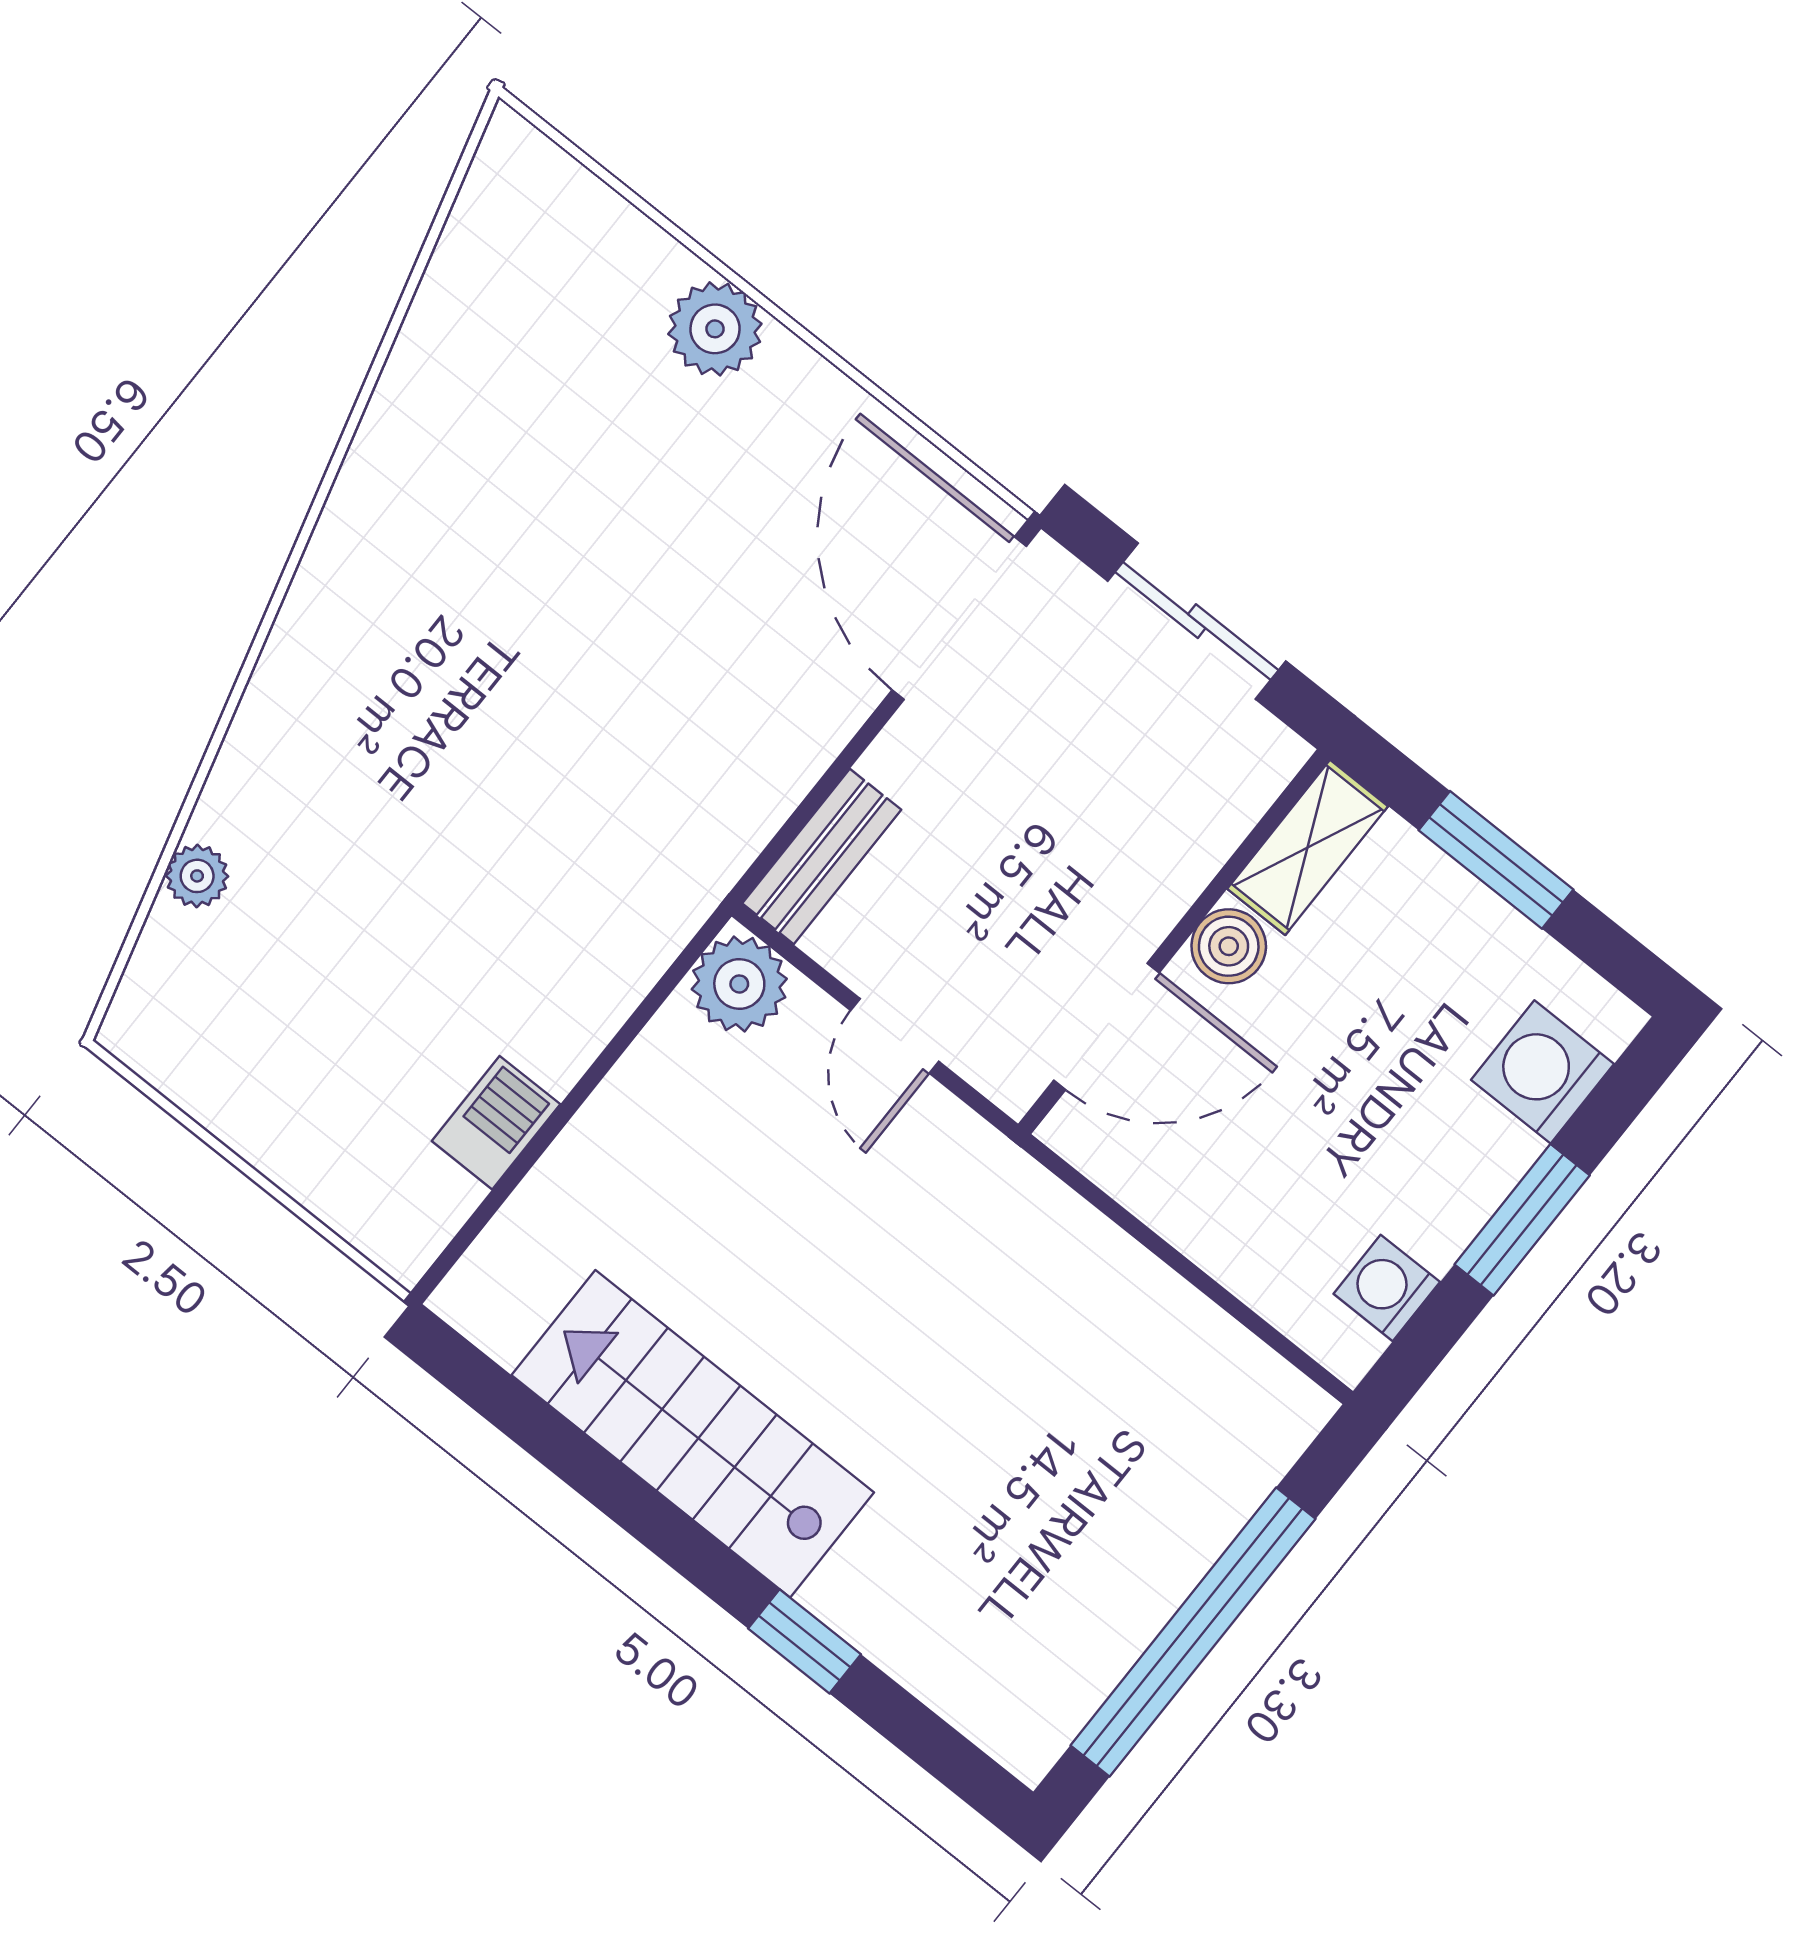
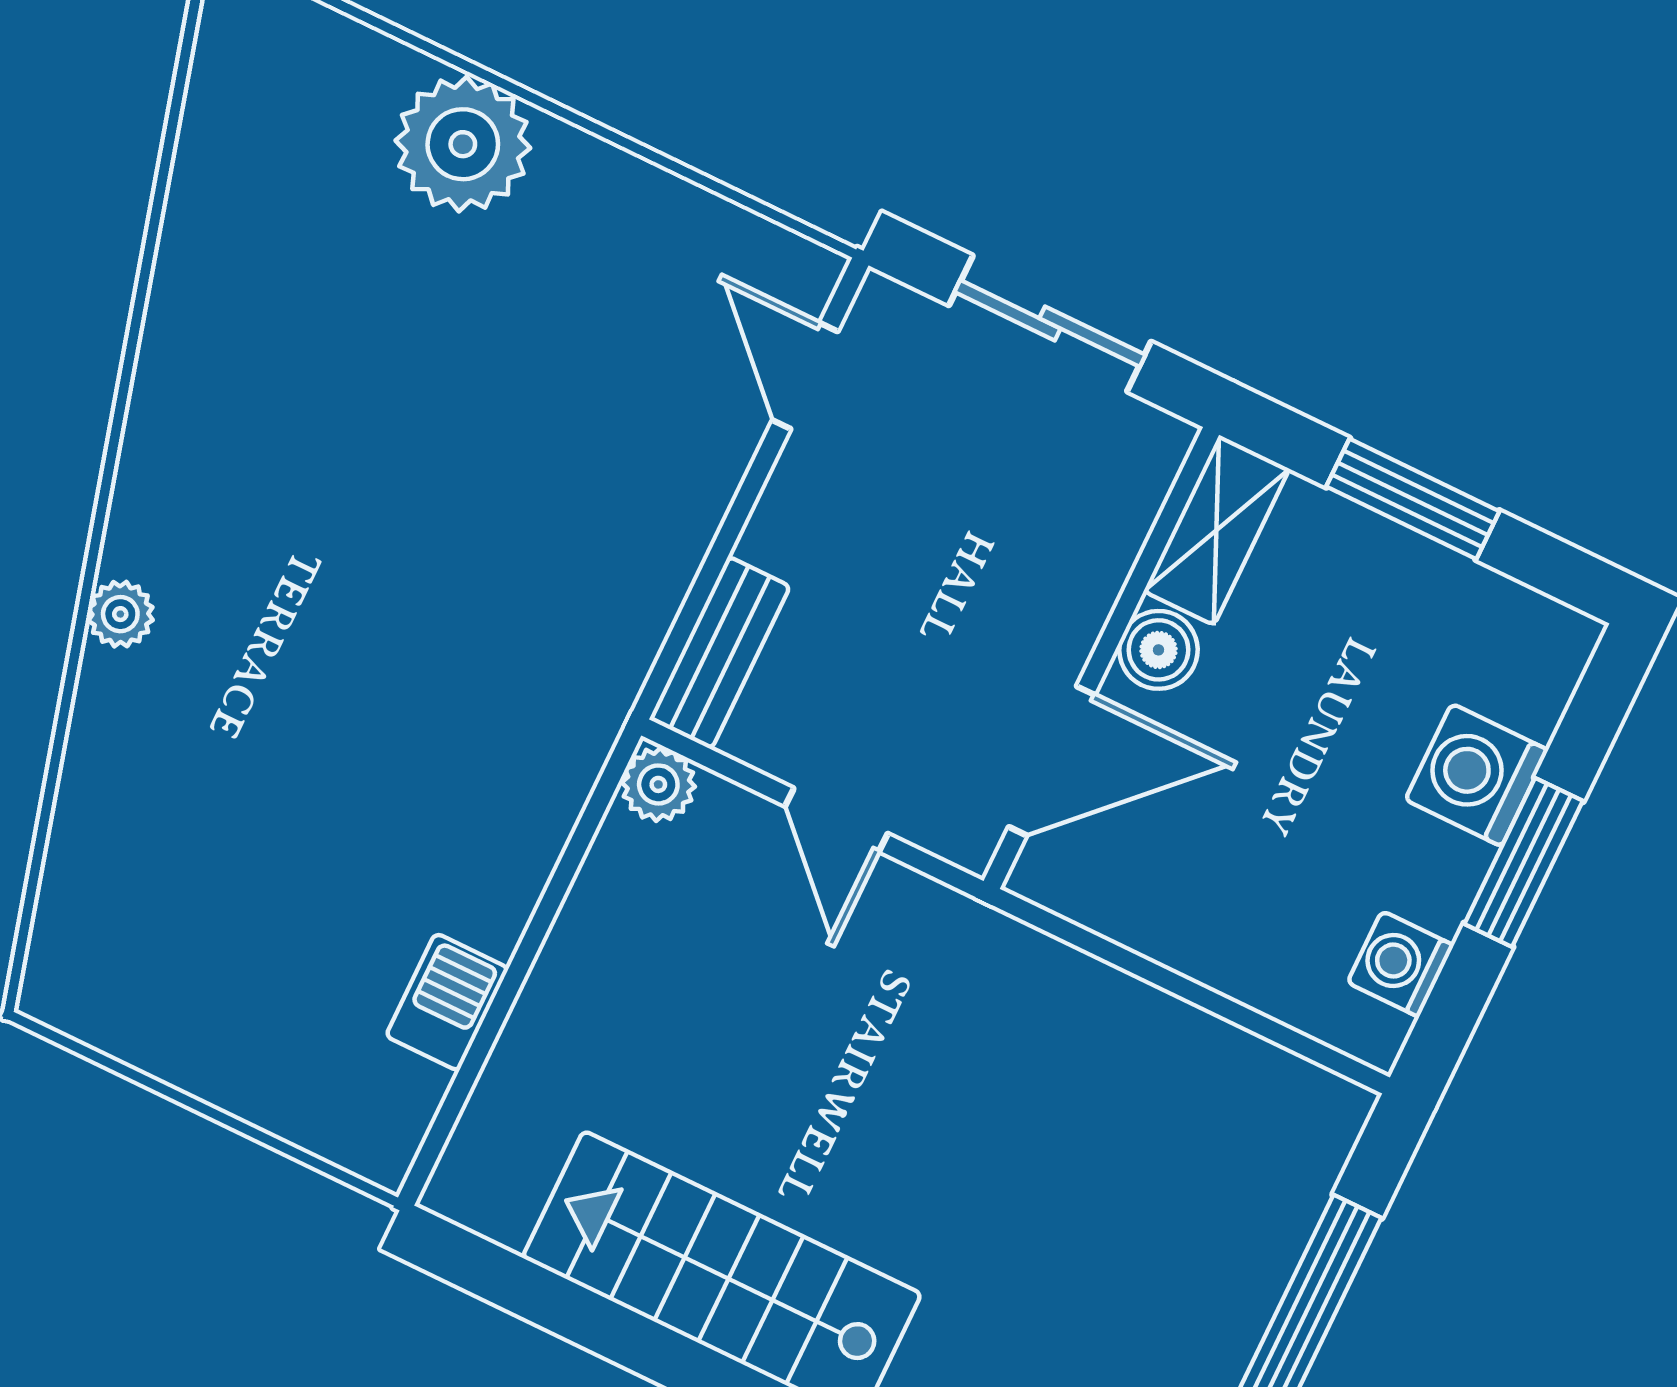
plant: (715, 329) -> (463, 144), width x1.36, depth x1.36
door: (959, 618) -> (805, 376), width x0.53
plant: (197, 876) -> (120, 614), moved
plant: (739, 984) -> (658, 784), width x0.73, depth x0.73
washing machine: (1542, 1072) -> (1477, 775), moved

